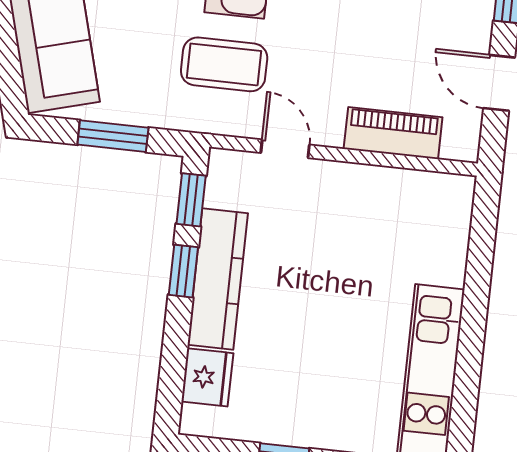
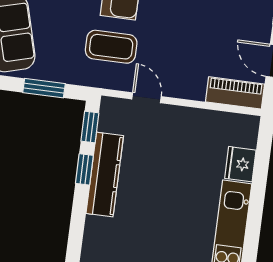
piano: (393, 133) -> (235, 93), moved
fridge: (207, 377) -> (240, 164), moved, turned 180

